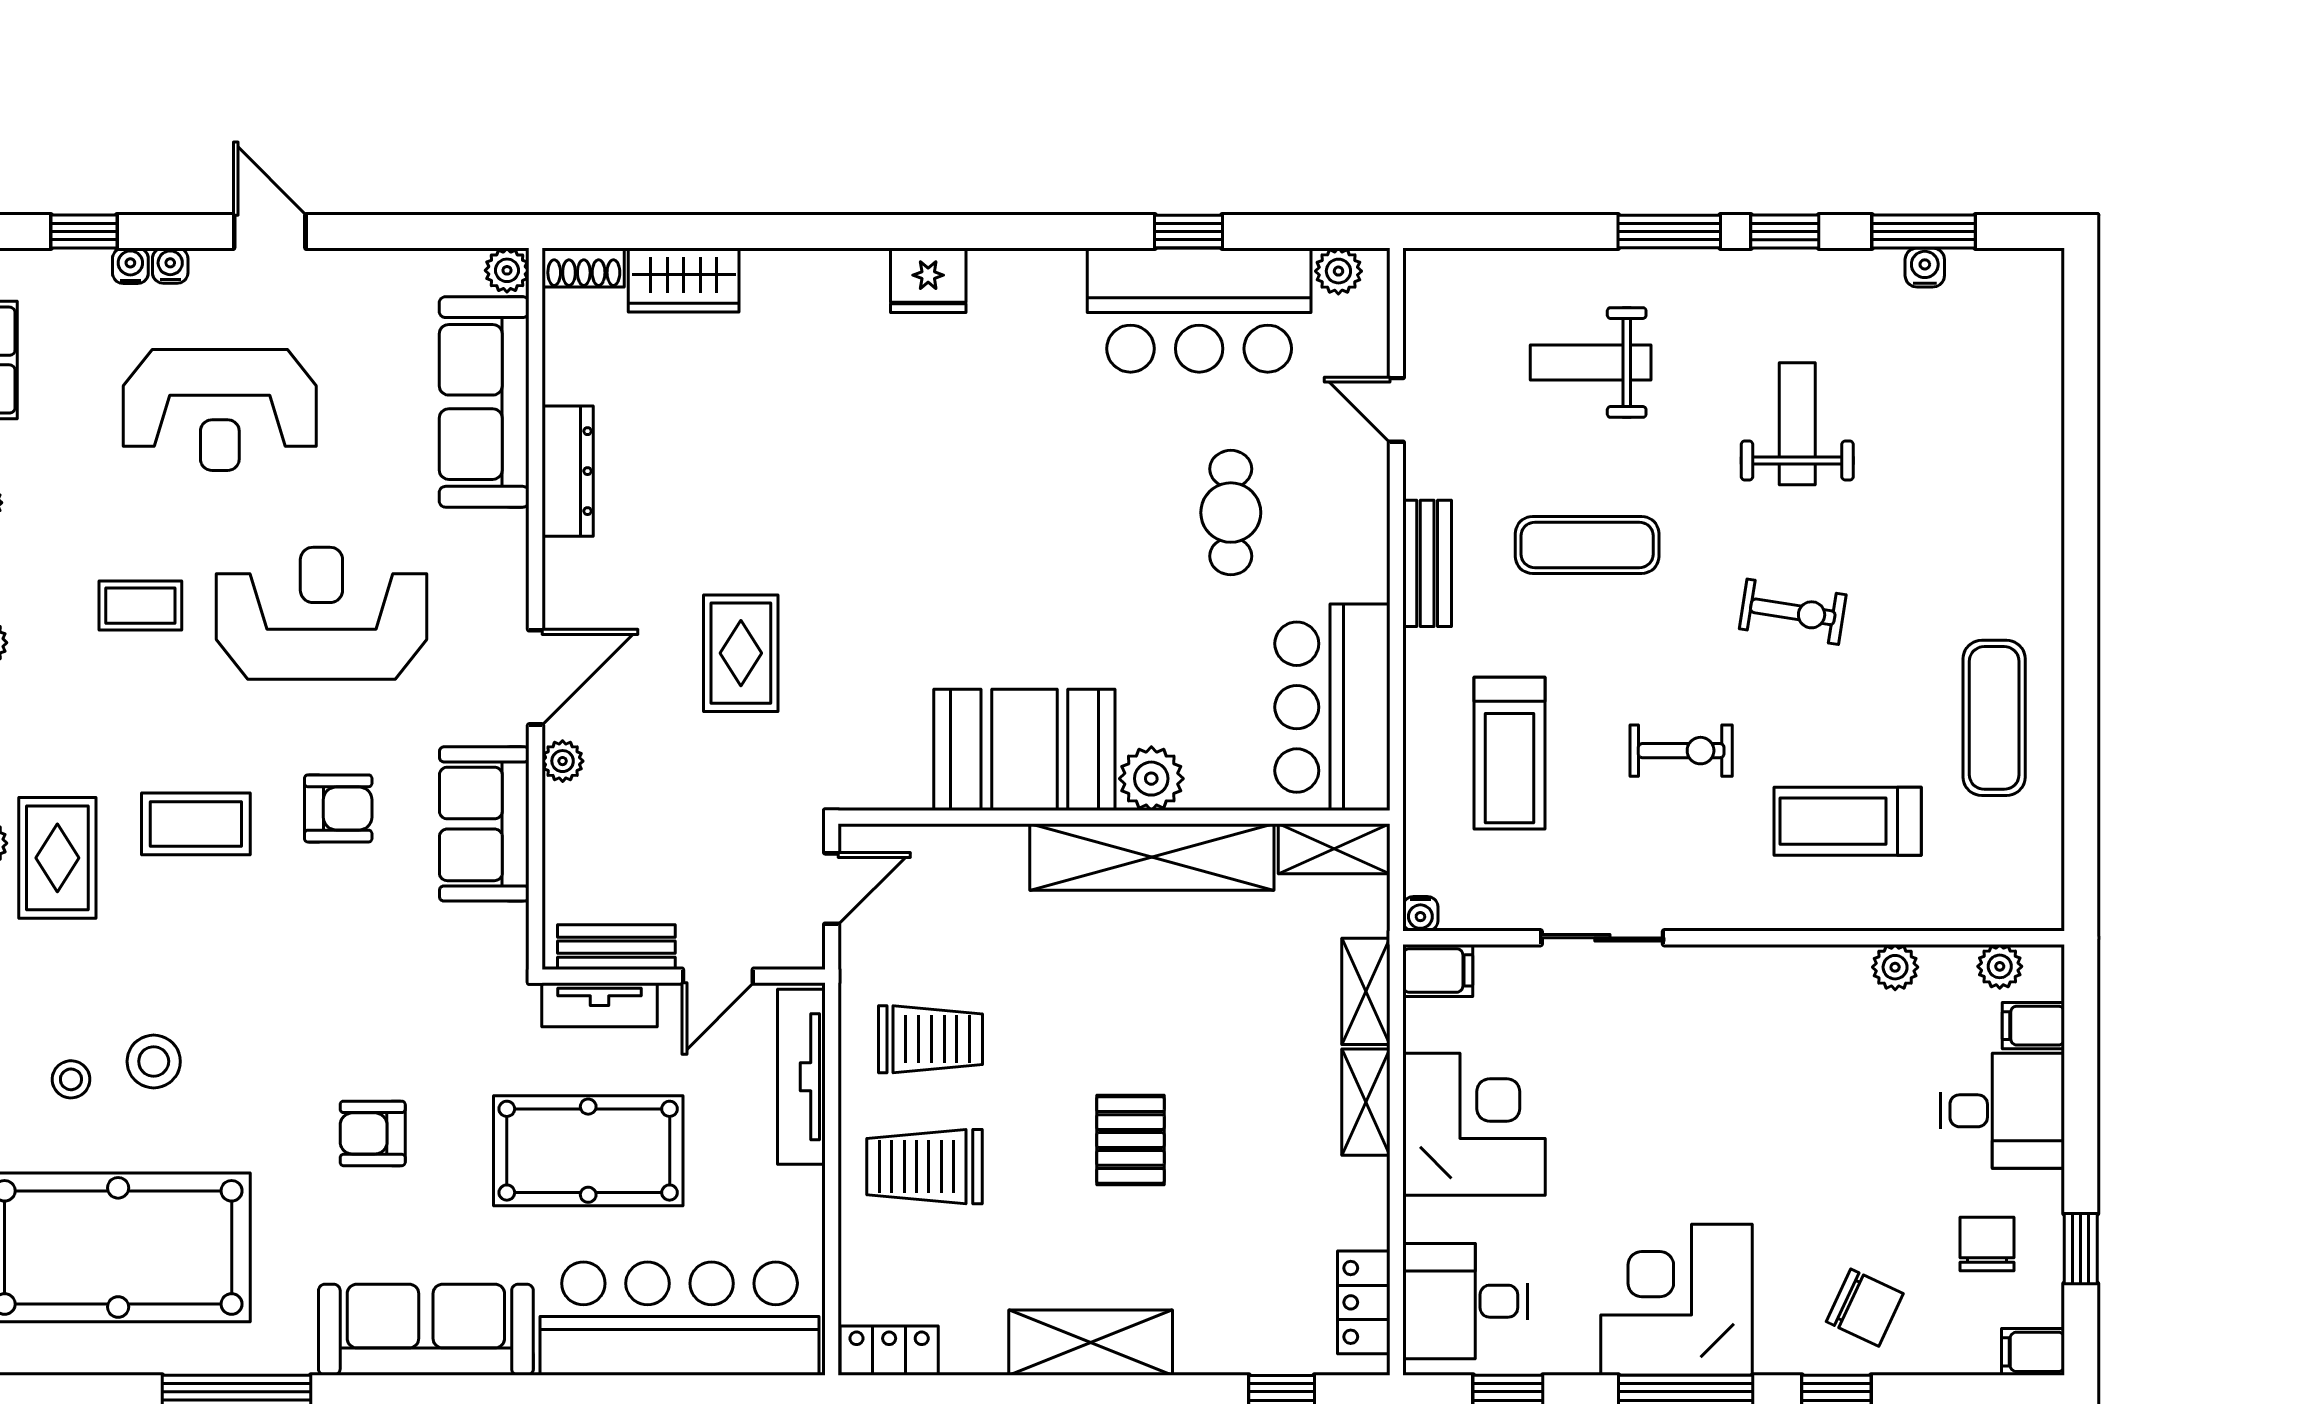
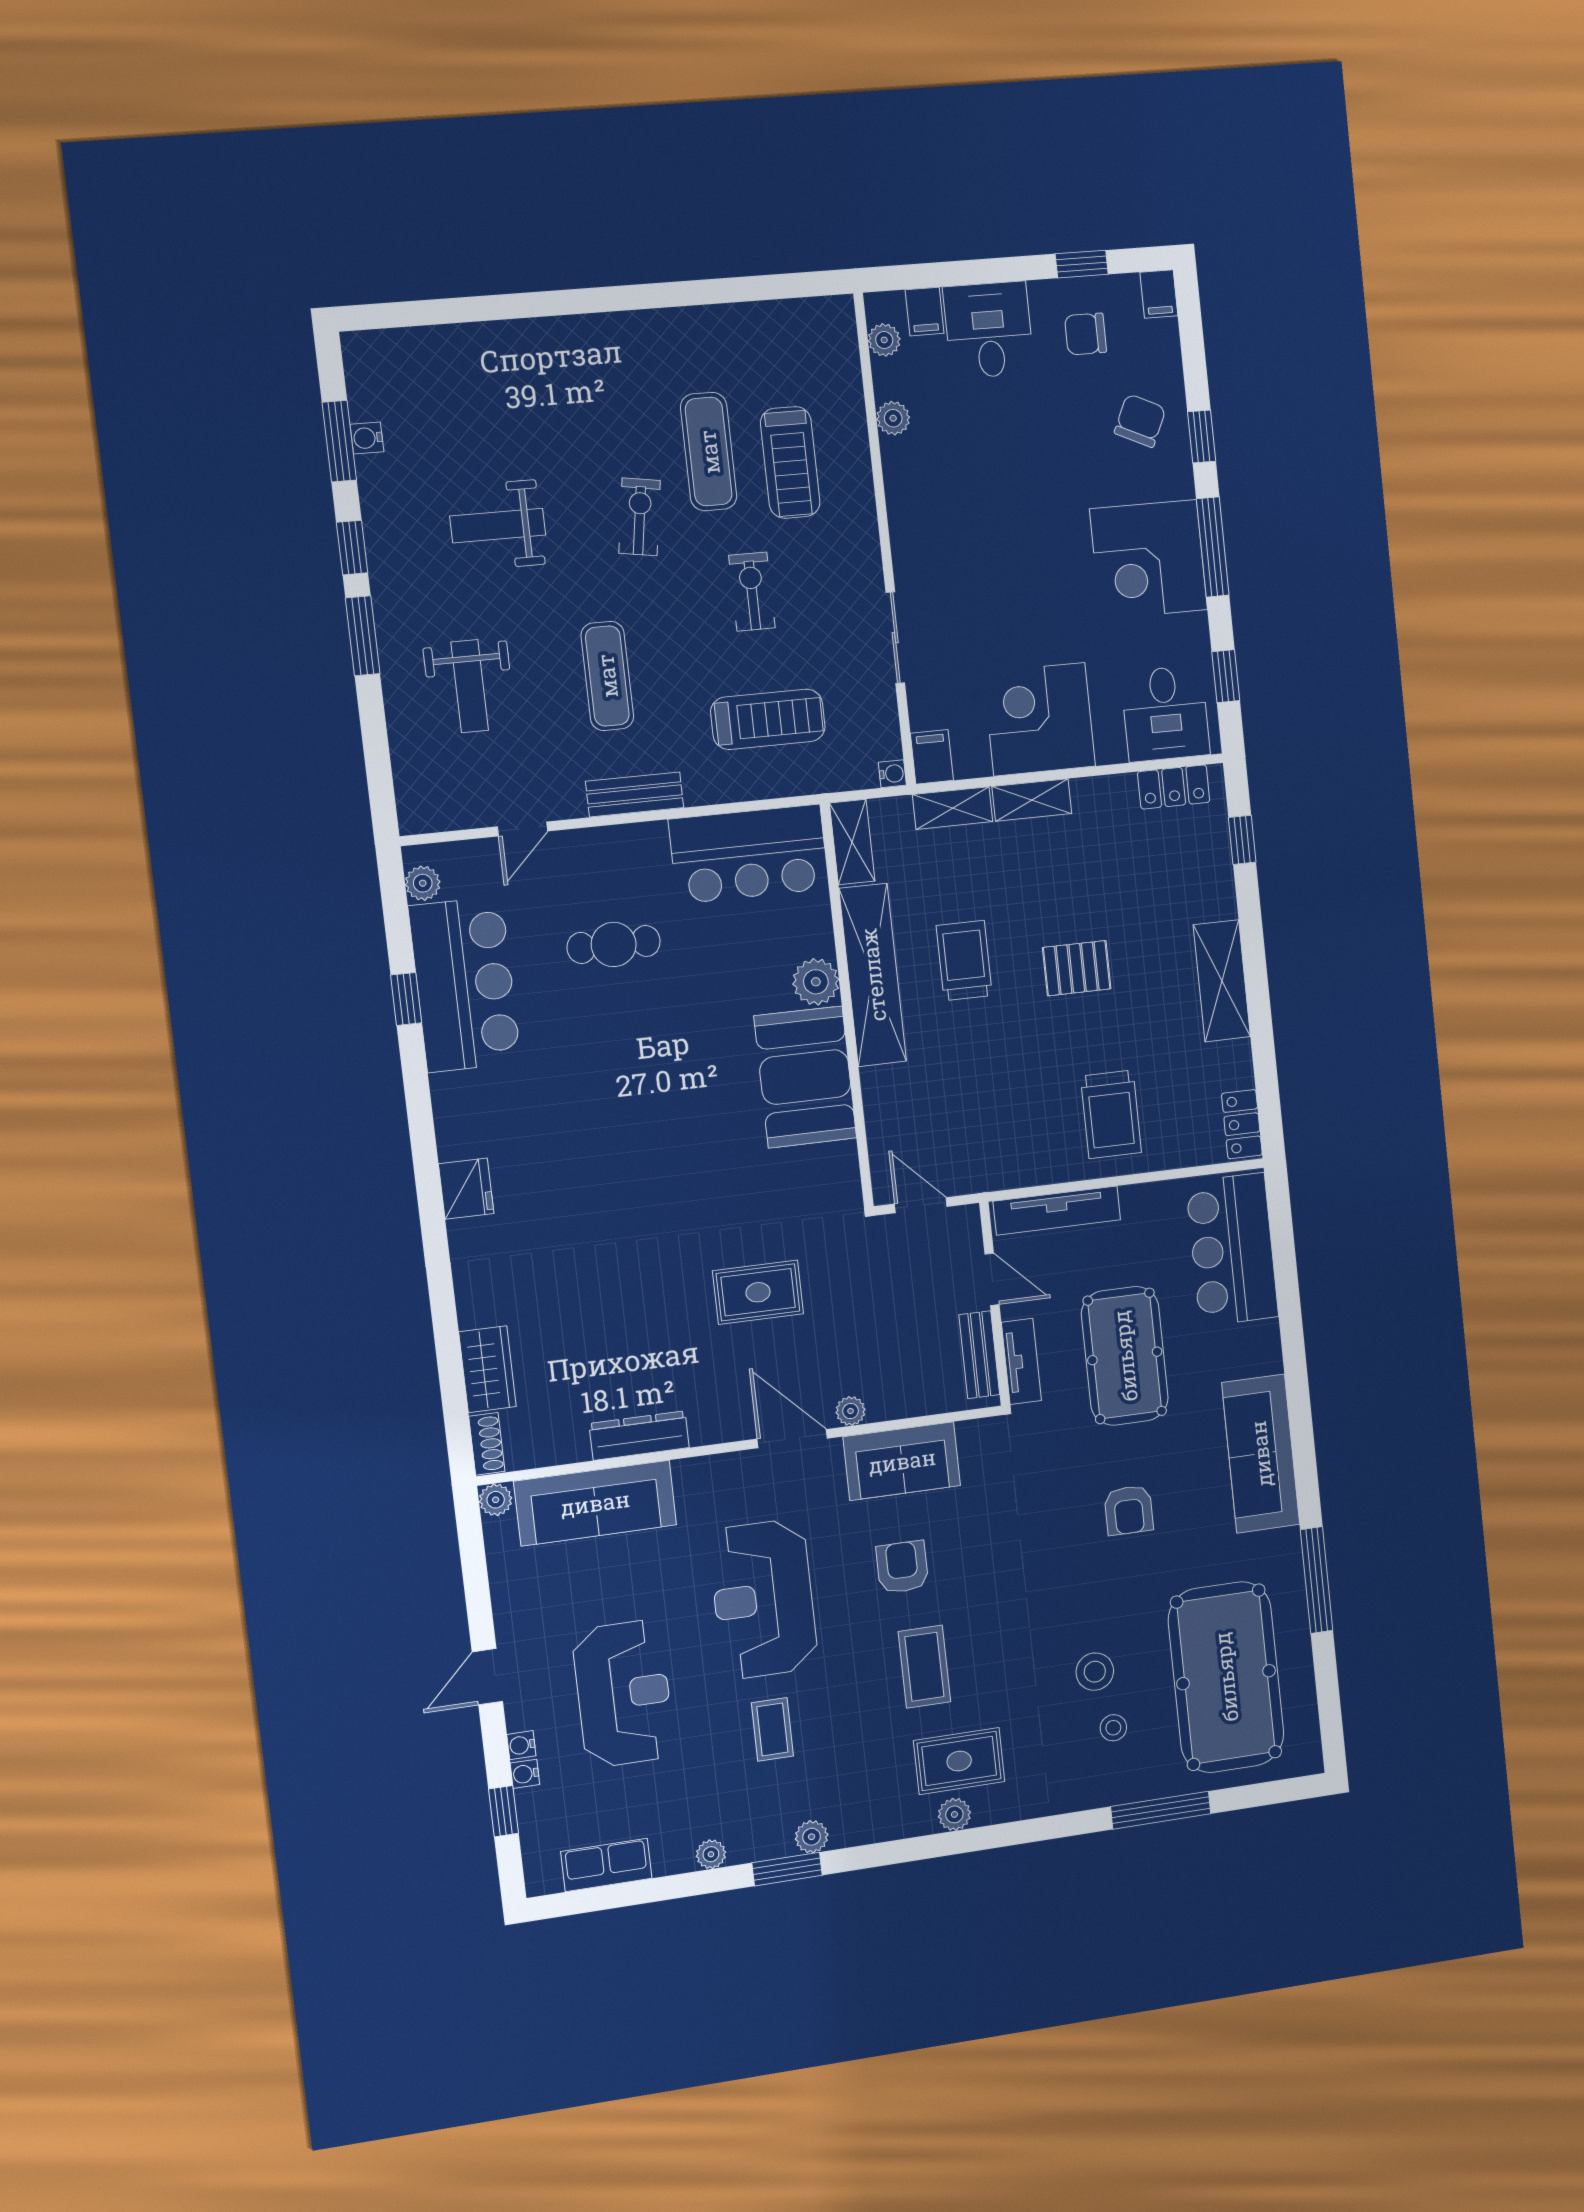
exercise mat: (1994, 718) -> (709, 452), moved, turned 90
trolley: (930, 1039) -> (964, 961), moved
bar counter: (680, 1319) -> (1232, 1249), width x0.73

